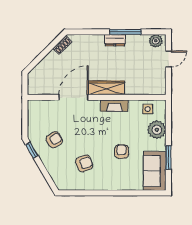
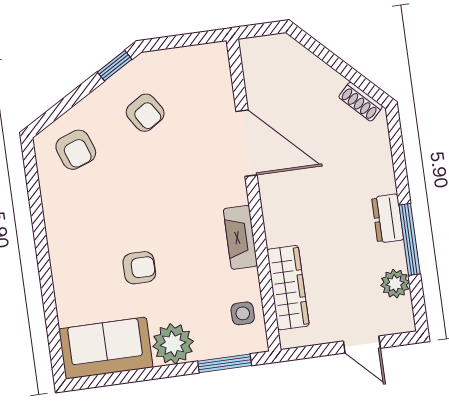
plant: (156, 41) -> (395, 284), moved
wardrobe: (106, 88) -> (288, 288), moved
plant: (157, 130) -> (173, 344), moved
window: (168, 158) -> (225, 363), moved
armchair: (84, 163) -> (76, 150), moved

